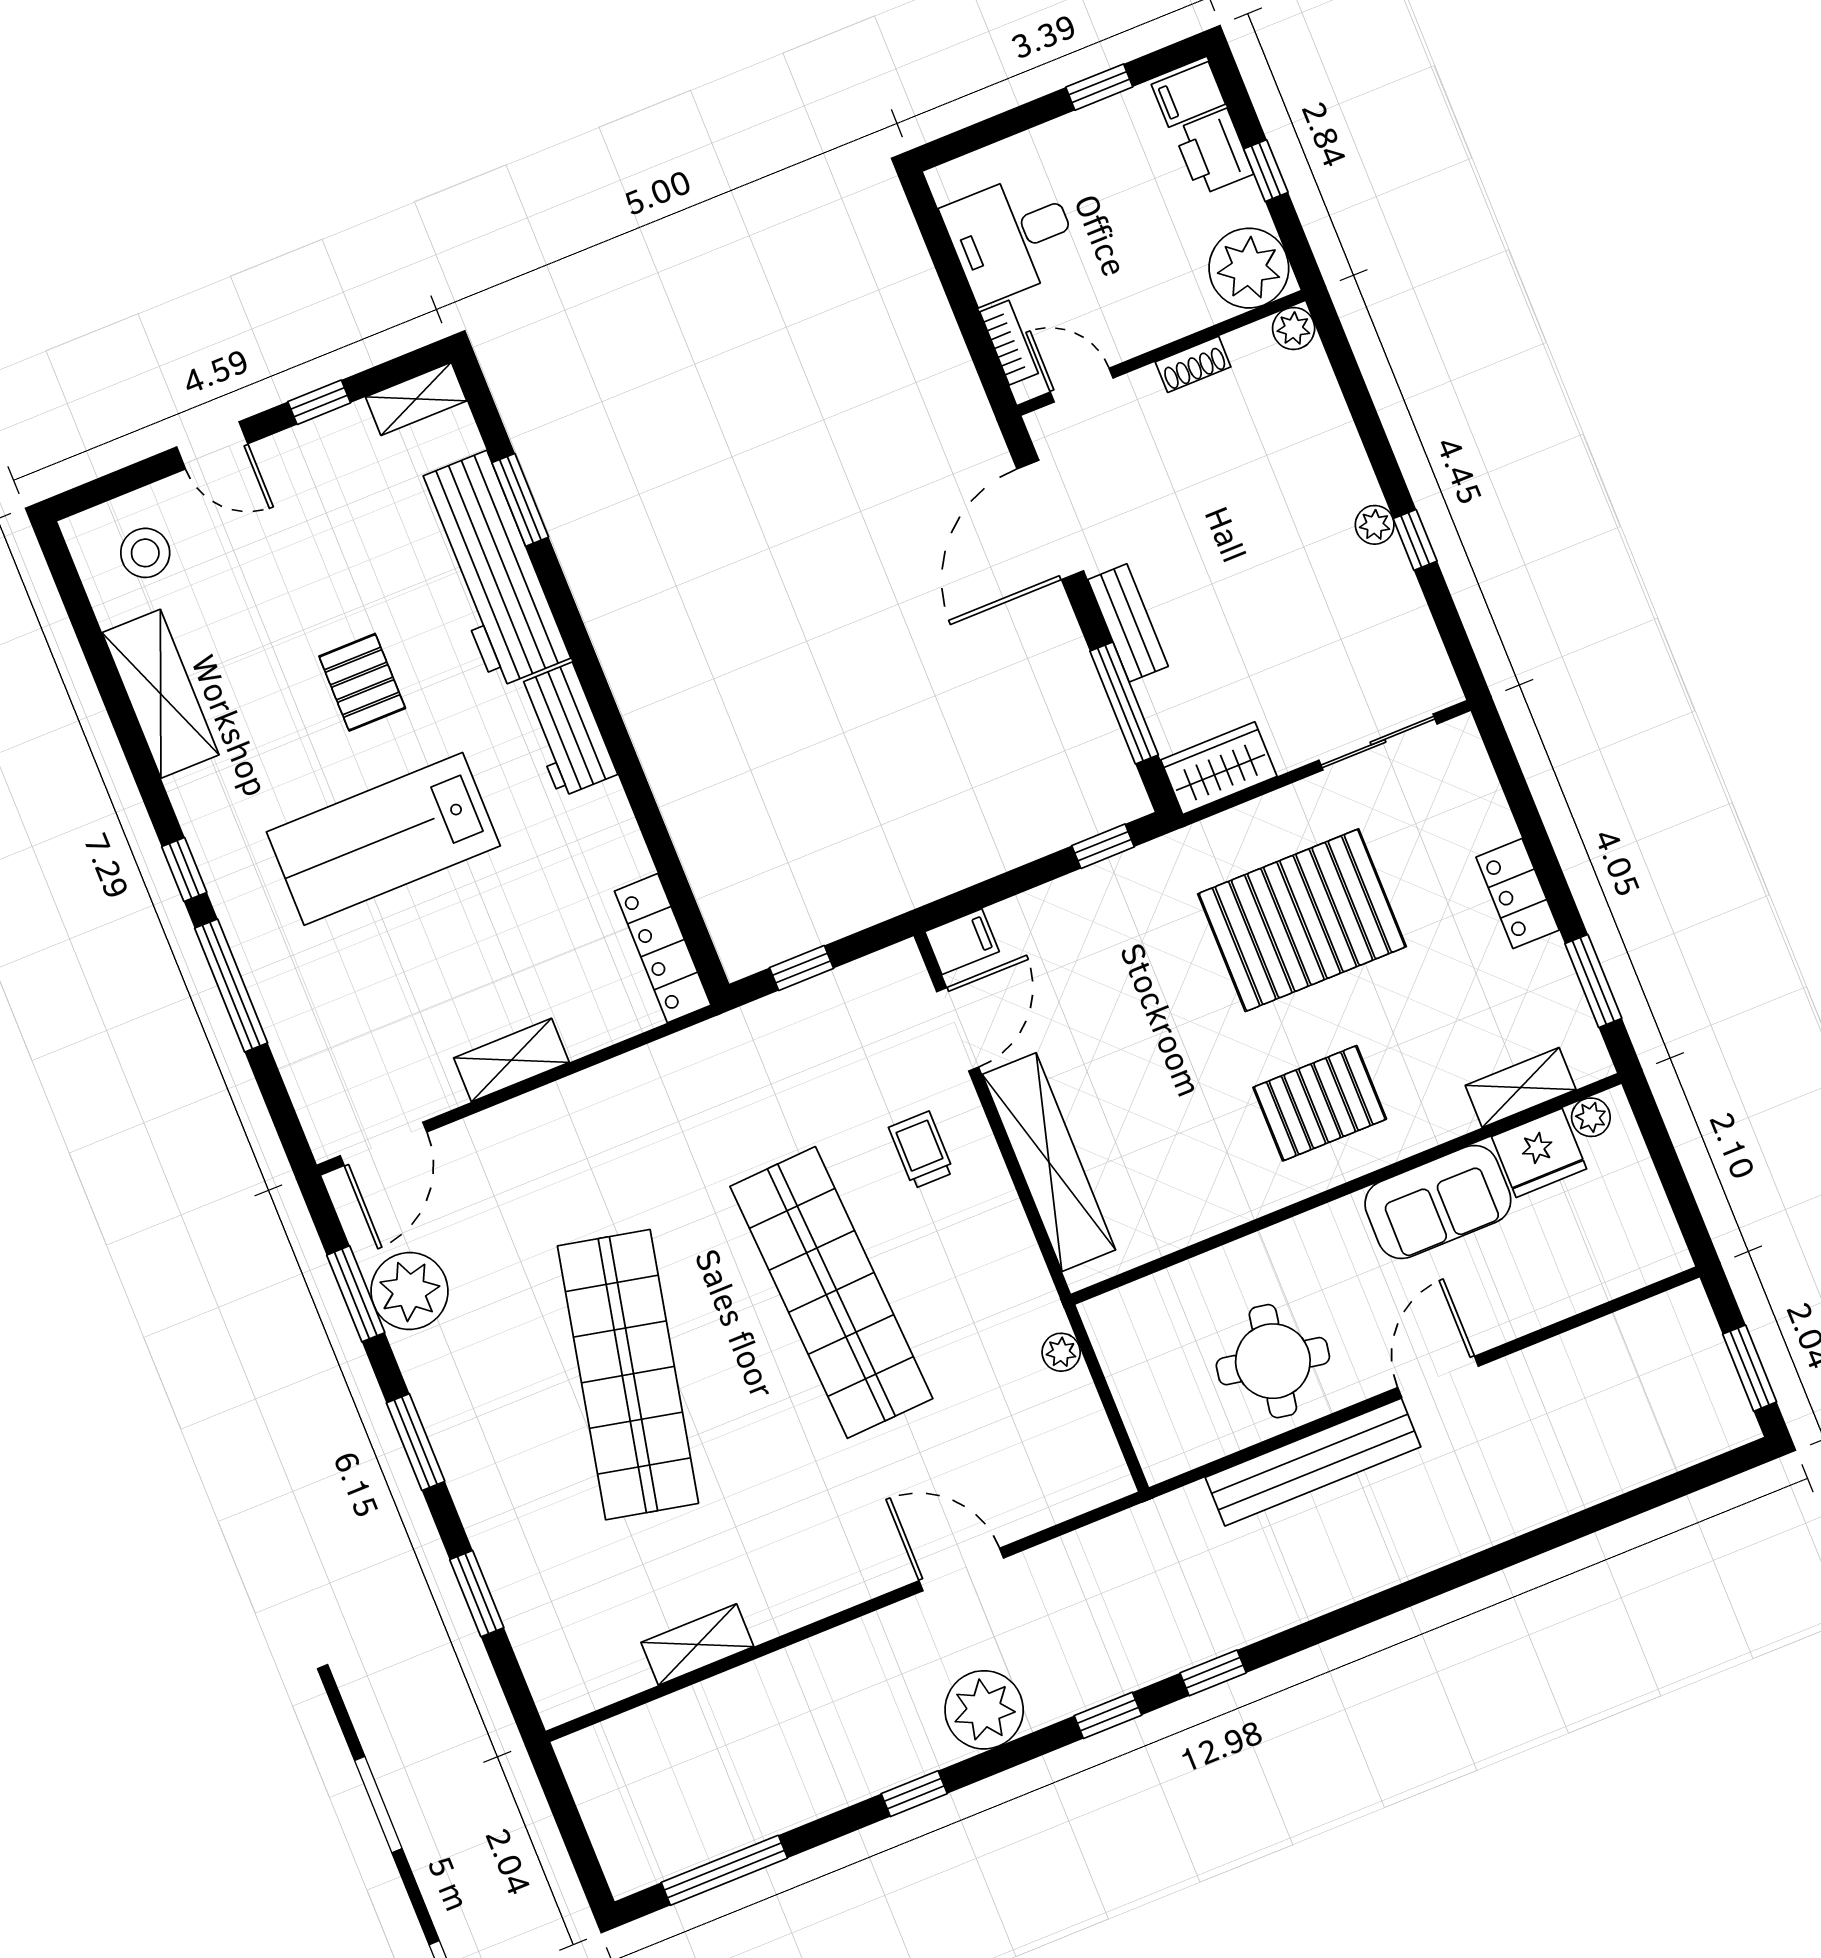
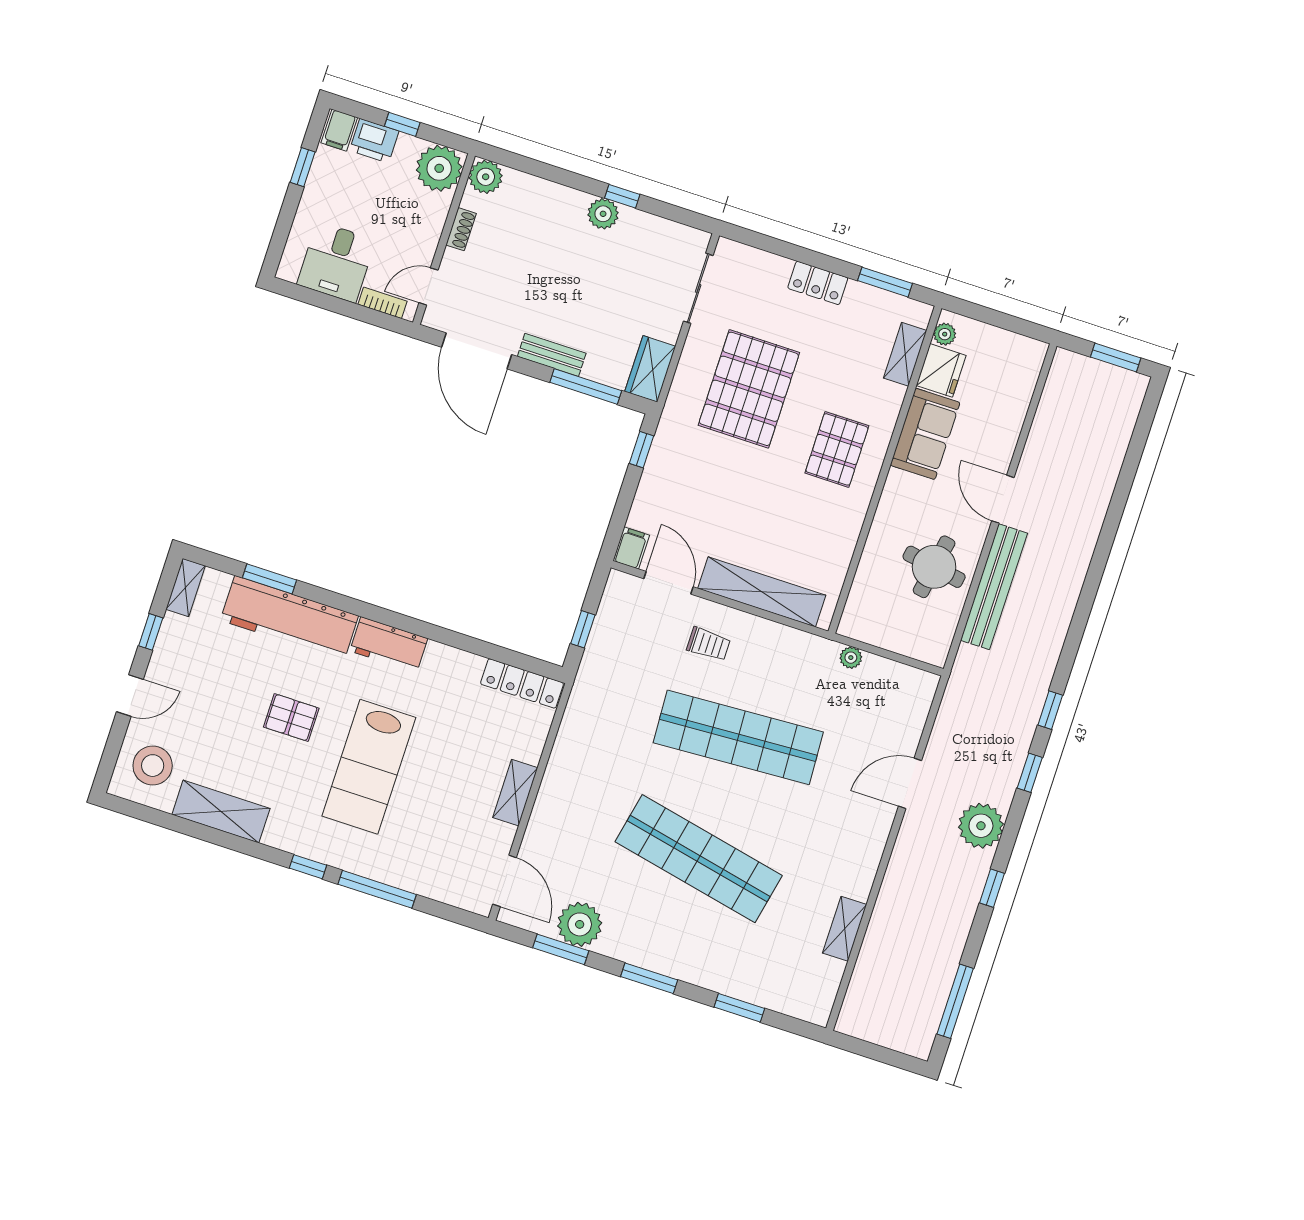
plant: (1294, 328) -> (486, 177), width x1.38, depth x1.38
plant: (1375, 525) -> (603, 214), width x1.38, depth x1.38
stool: (145, 553) -> (153, 766), width x1.38, depth x1.38
trolley: (921, 1150) -> (709, 644), turned 180

